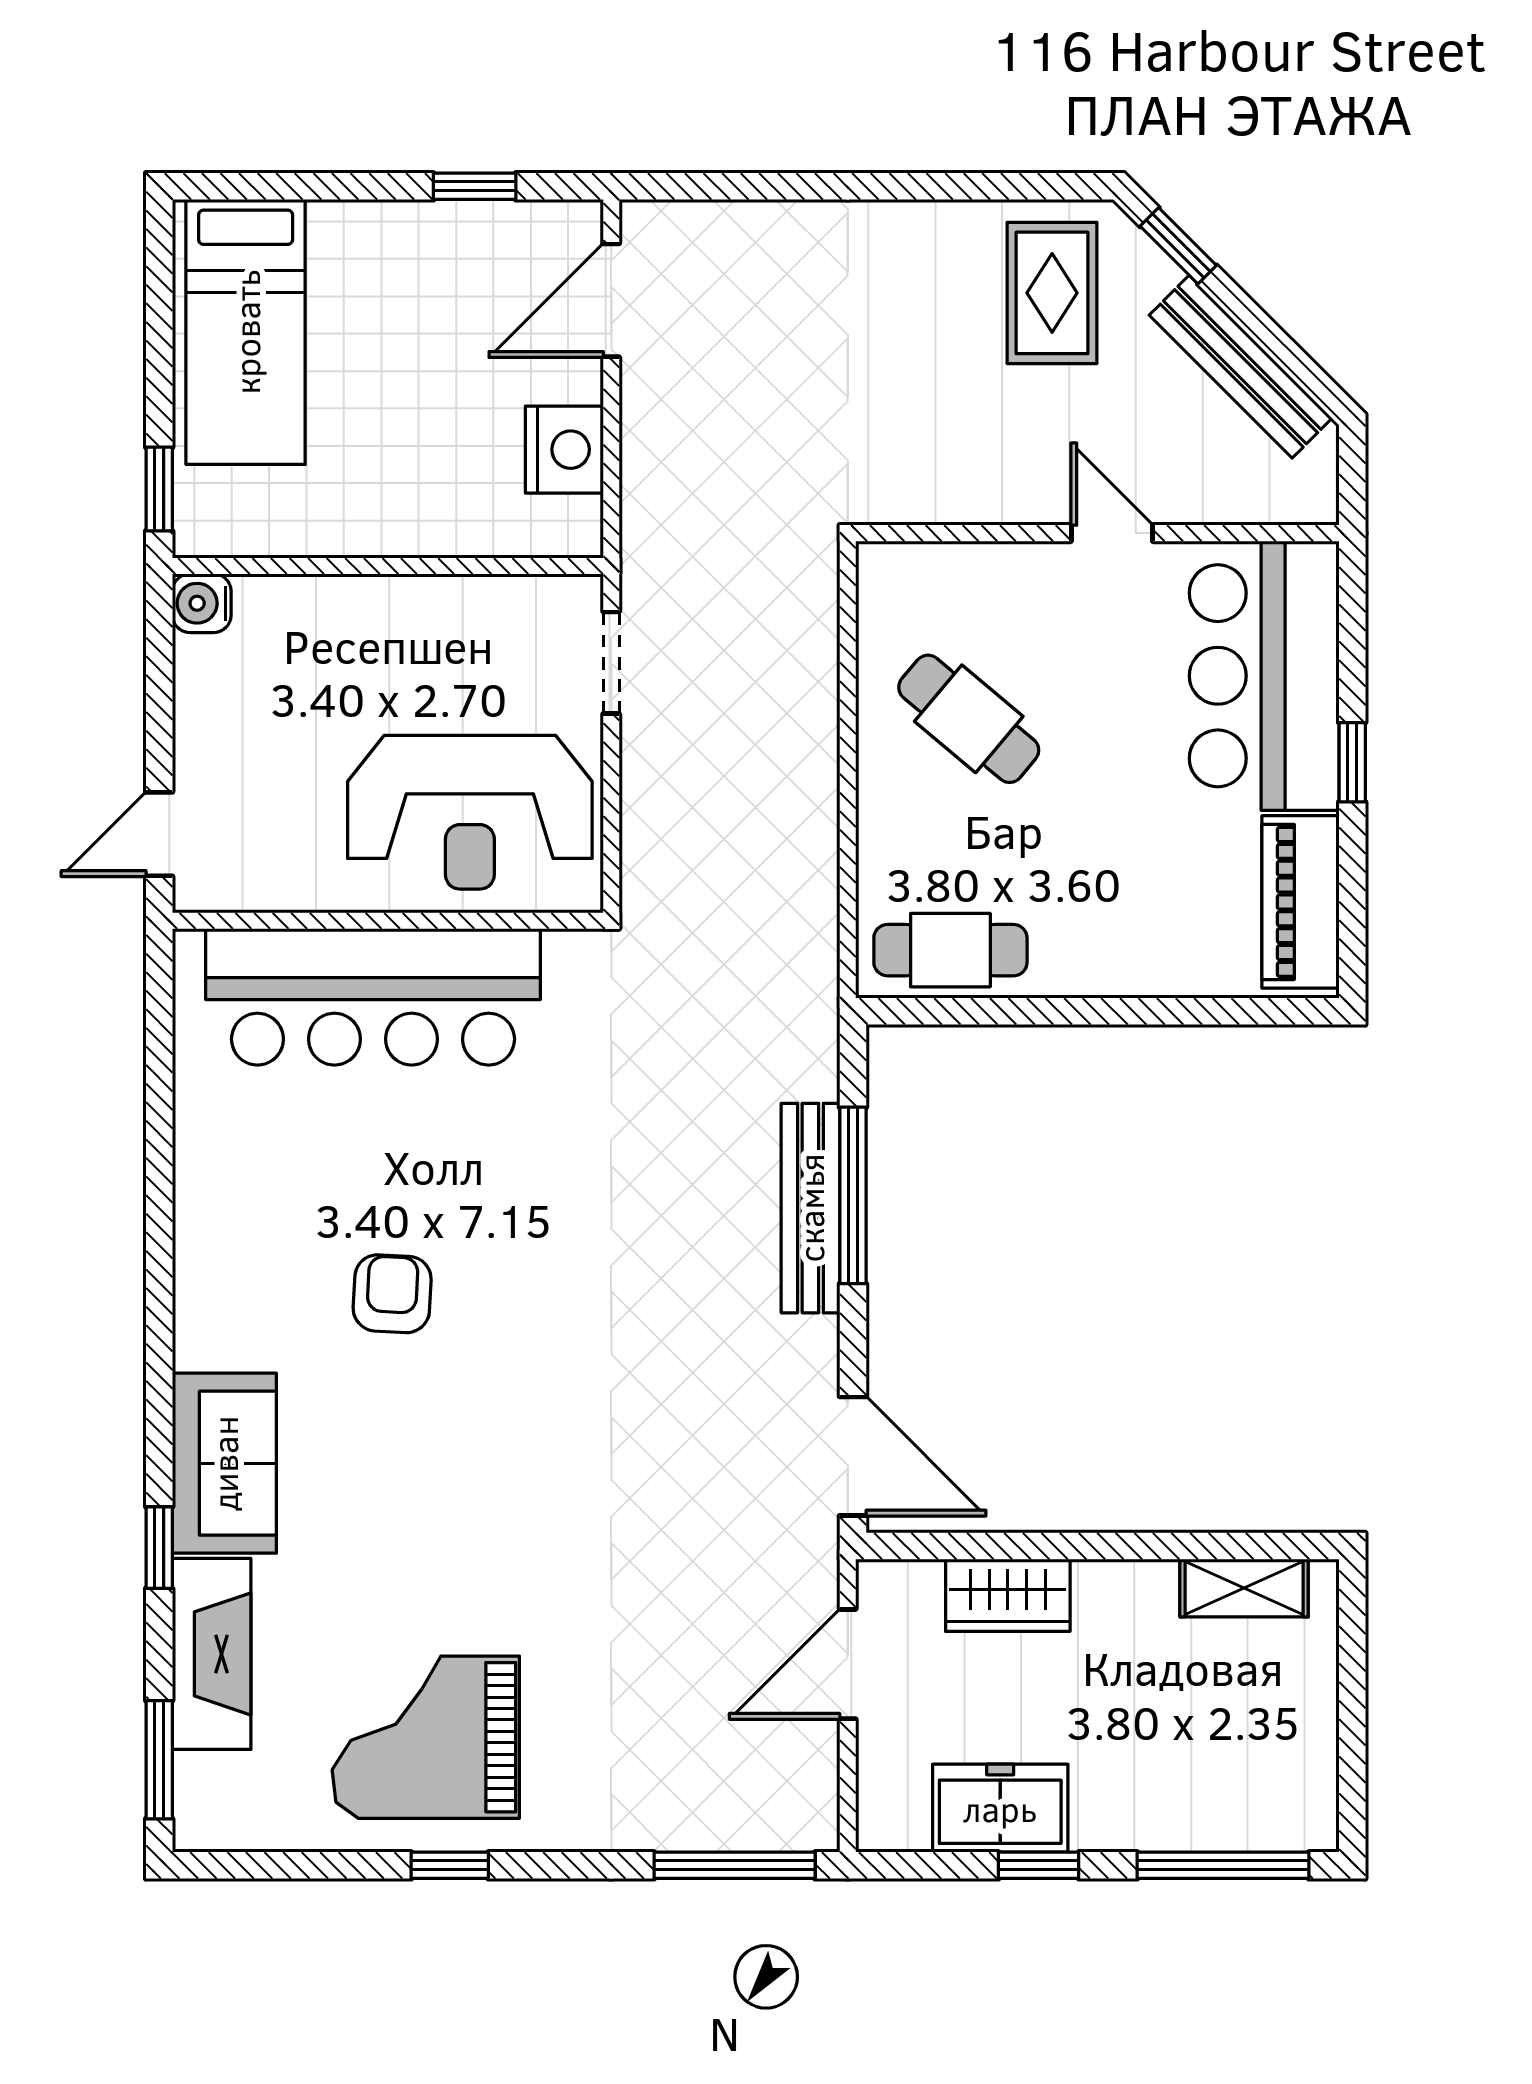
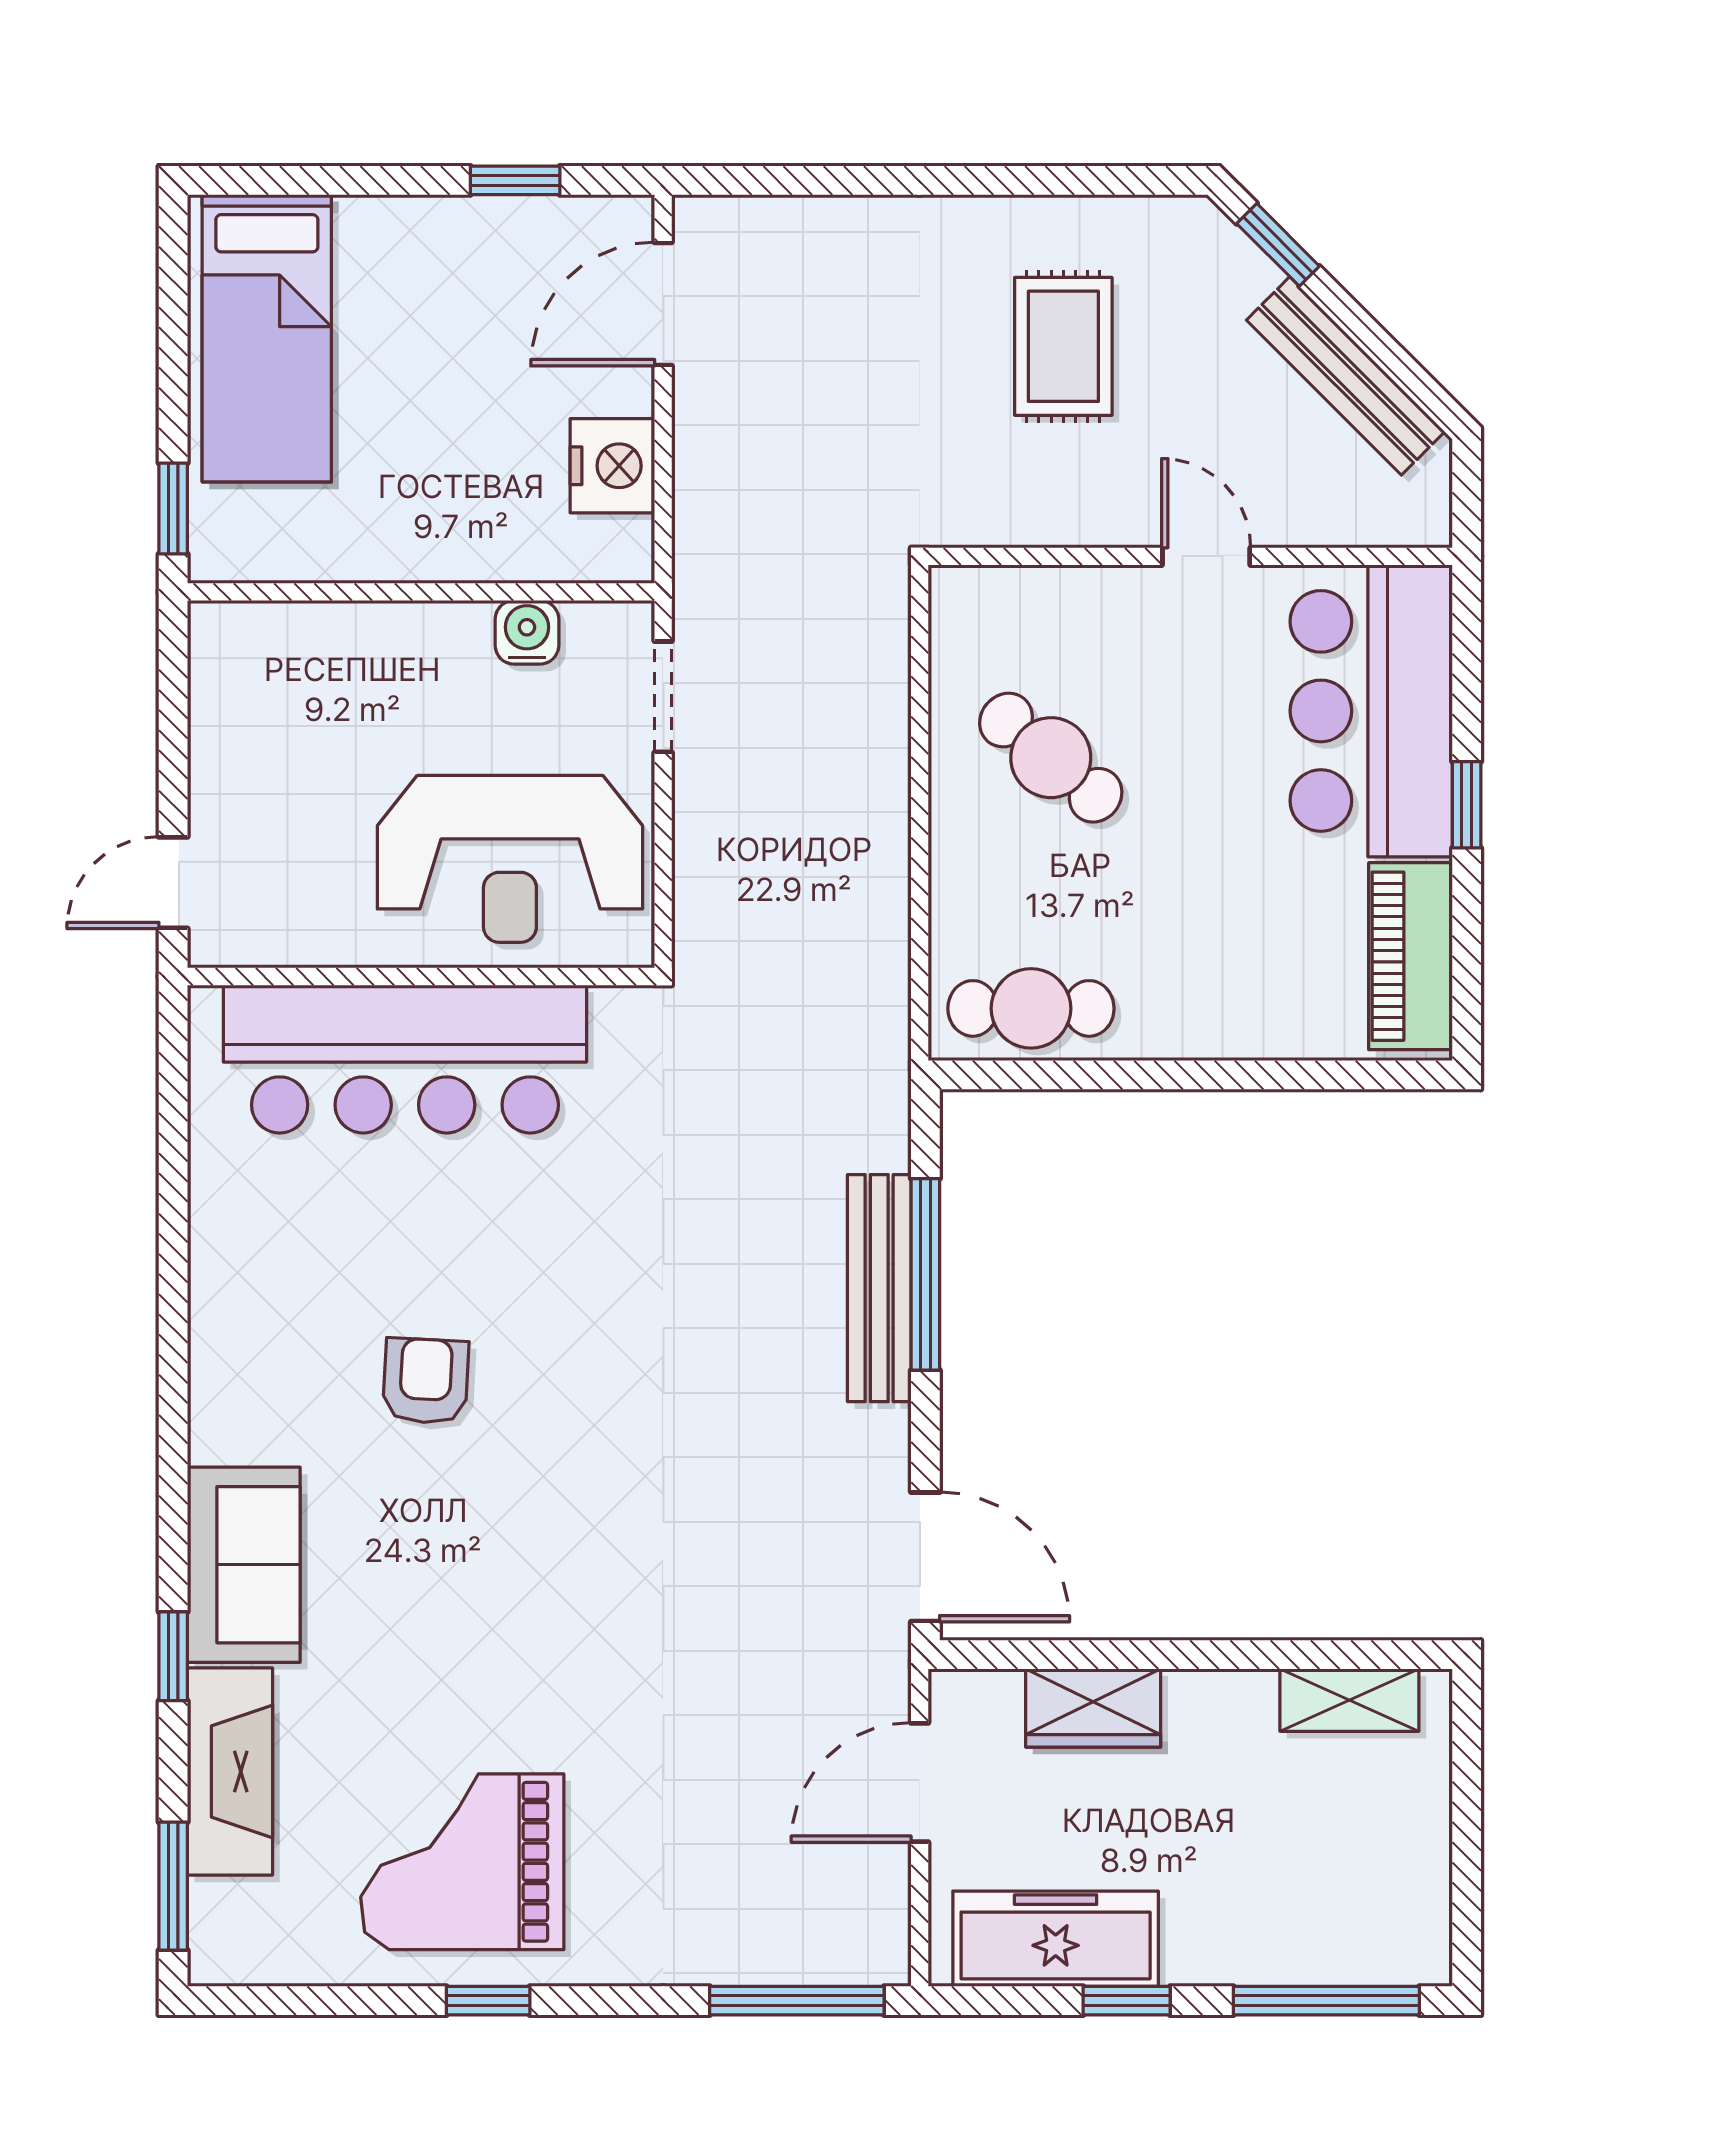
rug: (1052, 293) -> (1063, 346), moved
water cooler: (202, 603) -> (527, 632), moved, turned 90
freezer: (1000, 1808) -> (1056, 1939), width x1.40

